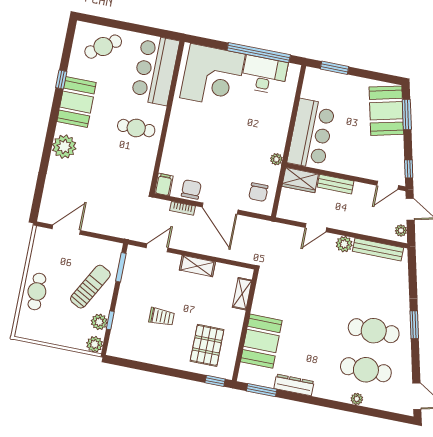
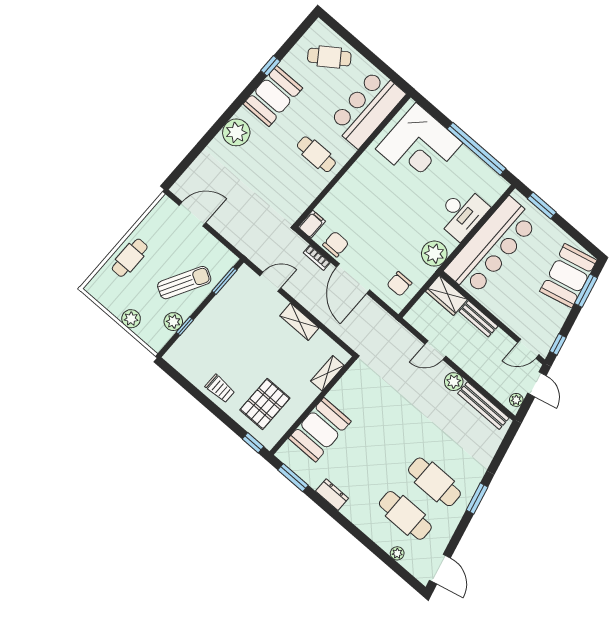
desk: (264, 75) -> (462, 213), moved, turned 90
bar counter: (311, 134) -> (491, 246), width x1.36
plant: (276, 159) -> (434, 254), width x1.88, depth x1.88
trolley: (162, 317) -> (220, 389), moved
plant: (95, 344) -> (131, 319), moved
dresser: (294, 385) -> (332, 495), width x0.70
plant: (357, 399) -> (397, 553), moved

